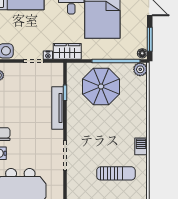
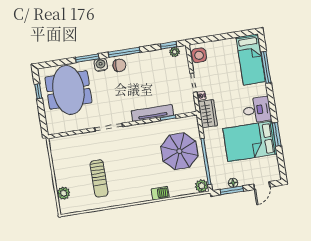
floor lamp: (142, 53) -> (233, 183), moved
barbecue: (141, 146) -> (160, 193), moved

